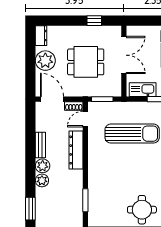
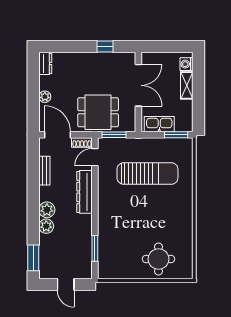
plant: (45, 61) -> (45, 97), width x0.53, depth x0.53
dining table: (86, 62) -> (98, 112), moved
bench: (40, 145) -> (44, 171), moved

